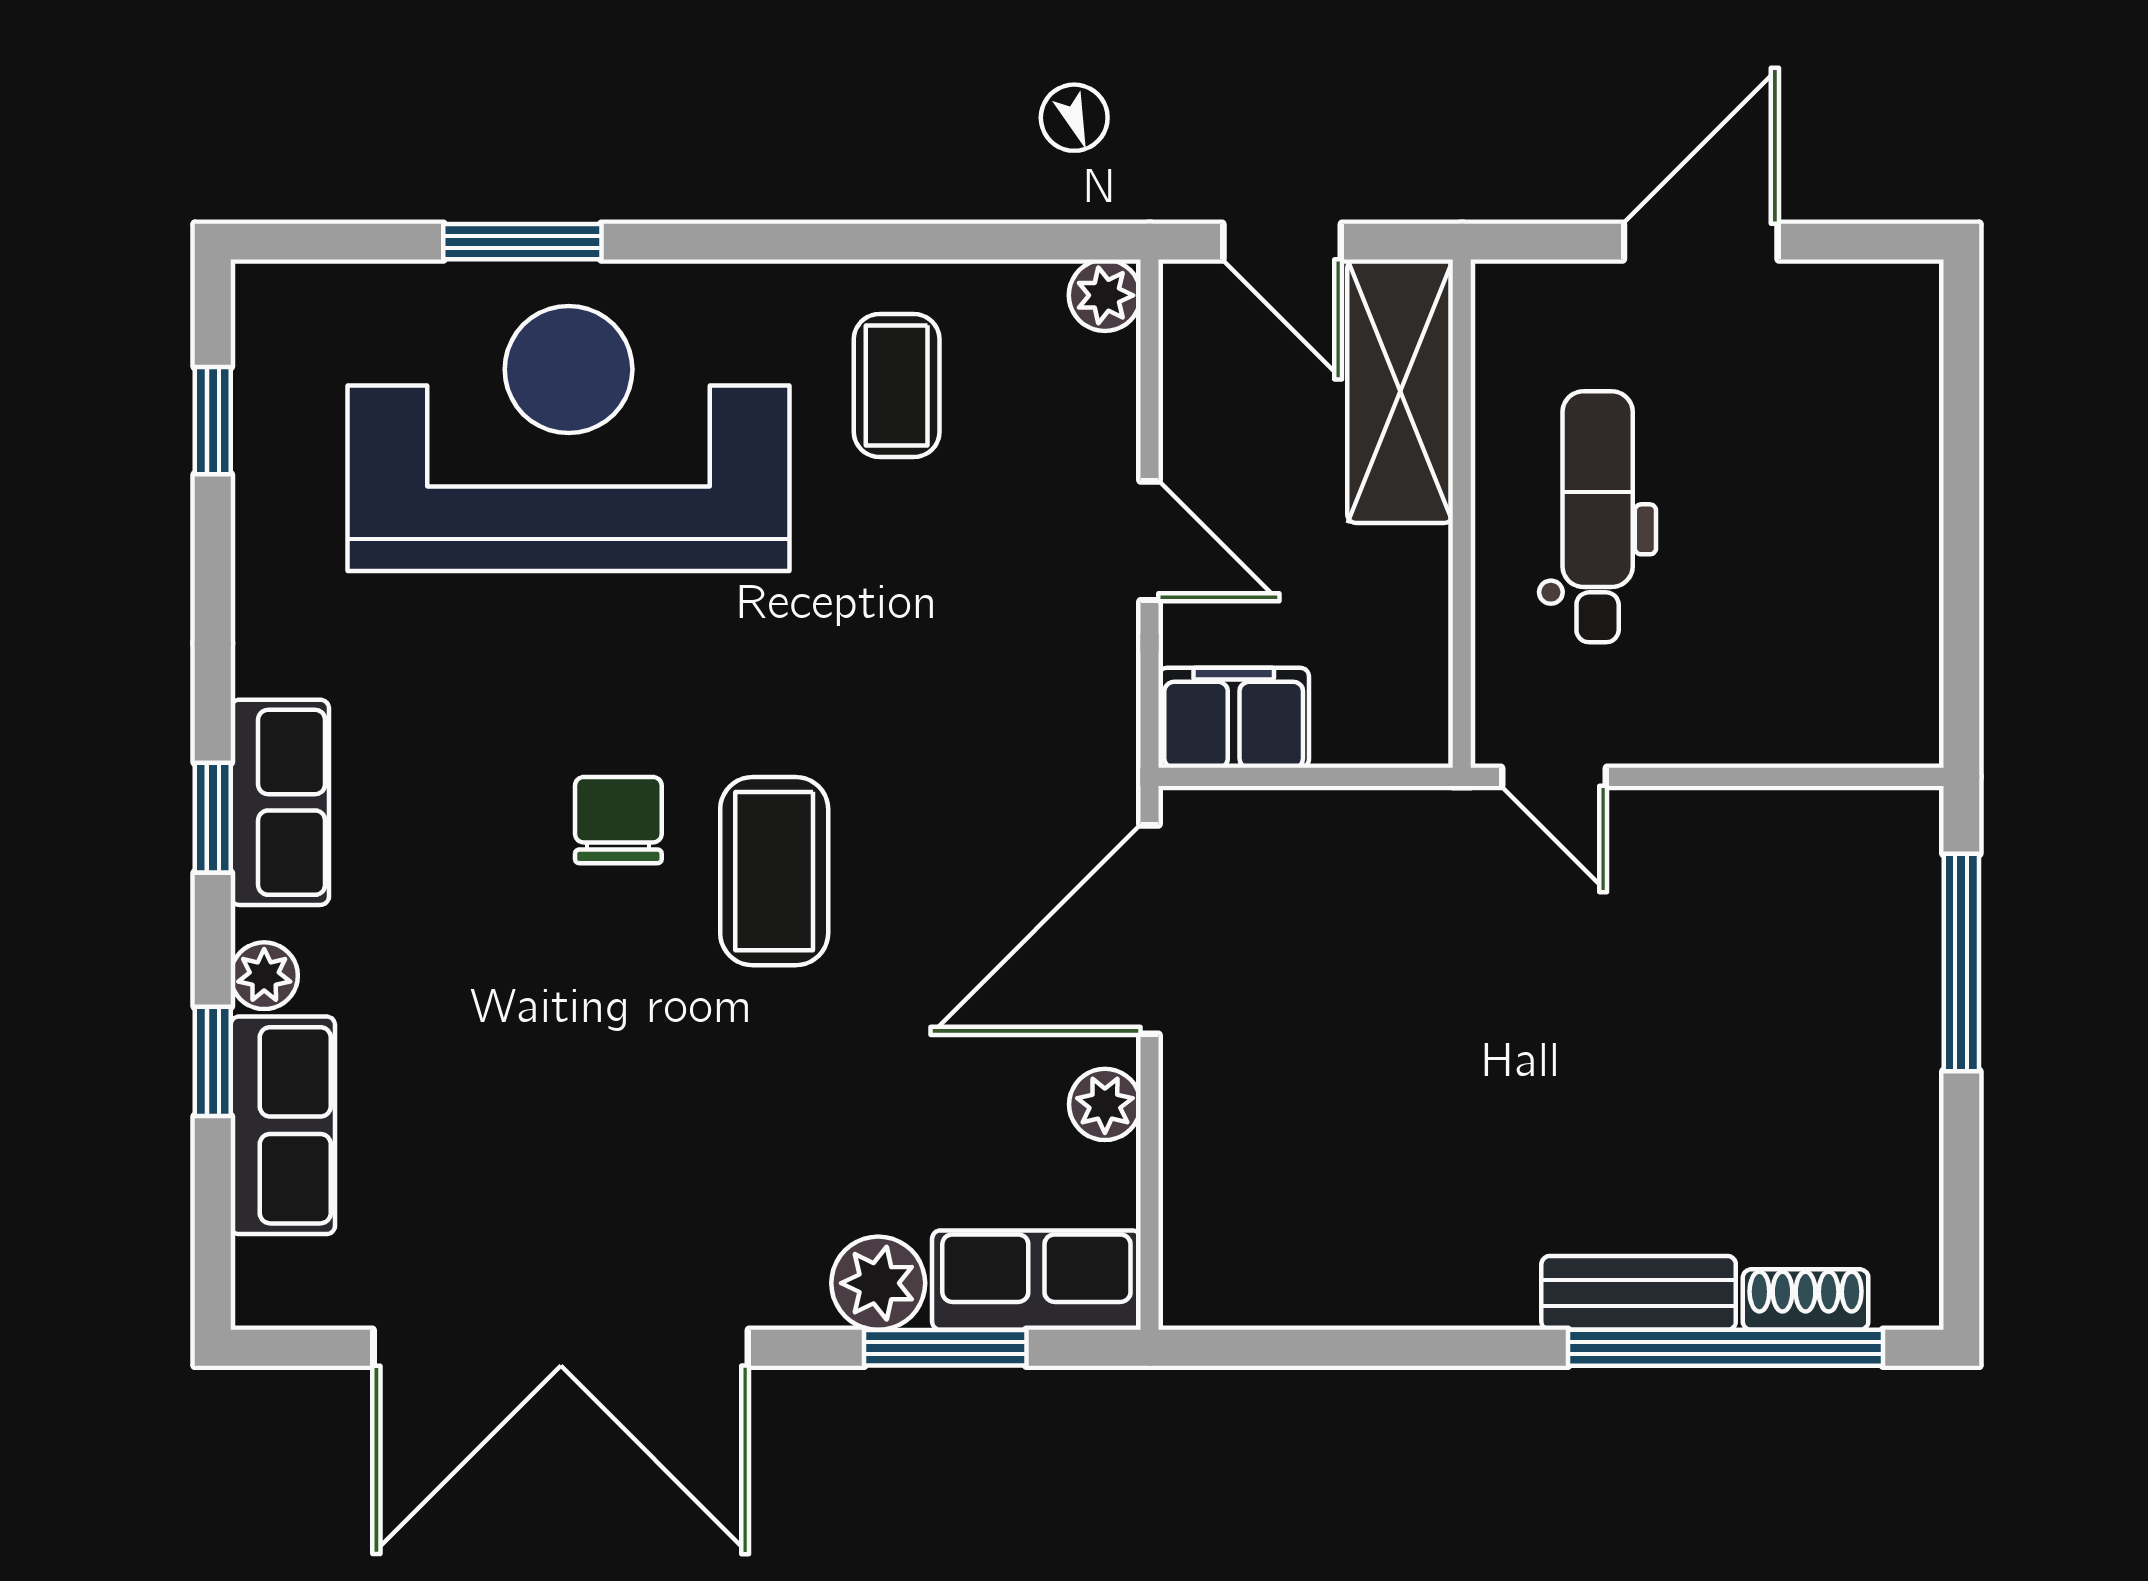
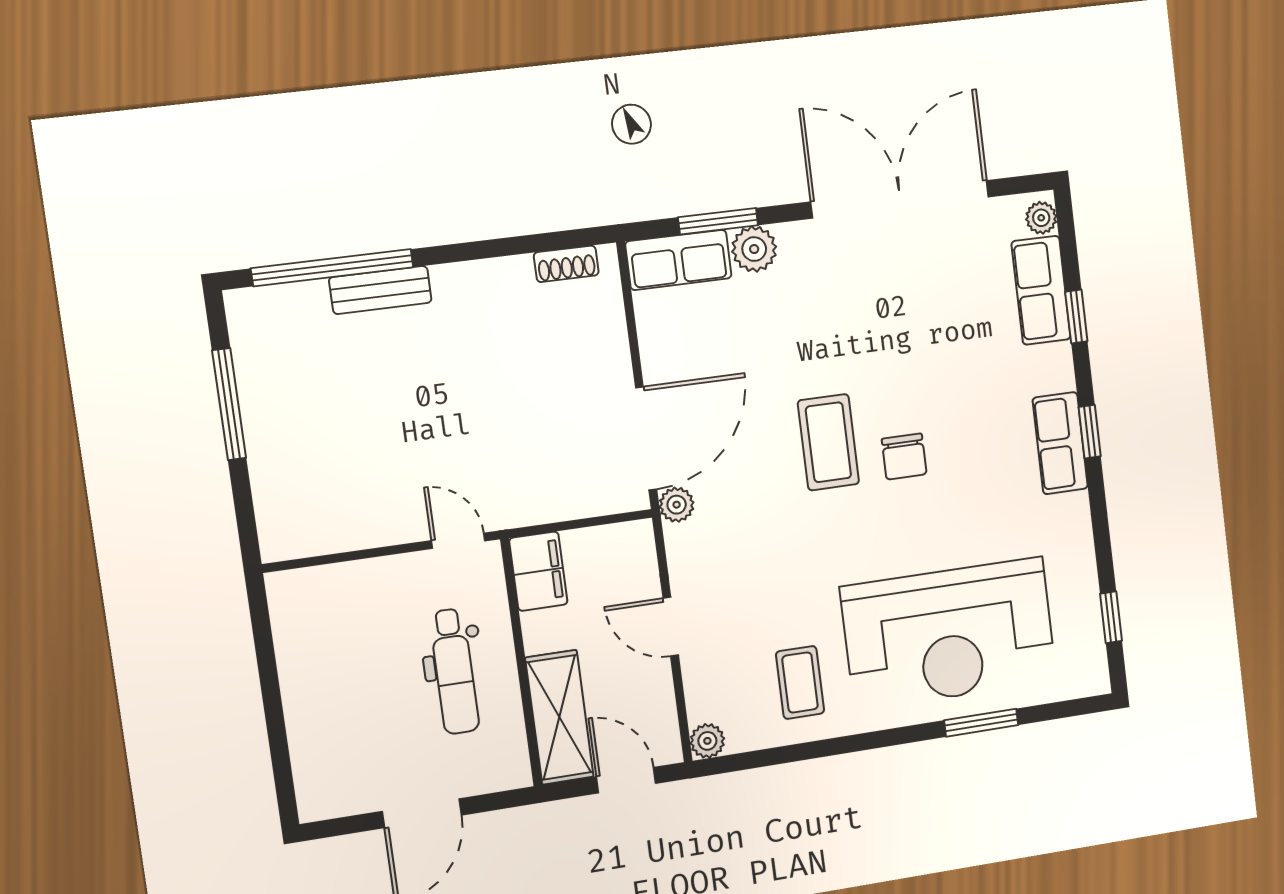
filing cabinet: (1234, 718) -> (538, 571), moved, turned -90
window: (1961, 963) -> (229, 404), moved
plant: (264, 976) -> (1041, 218), moved
plant: (1105, 1104) -> (677, 505), moved
shoe rack: (1806, 1300) -> (566, 264), moved

